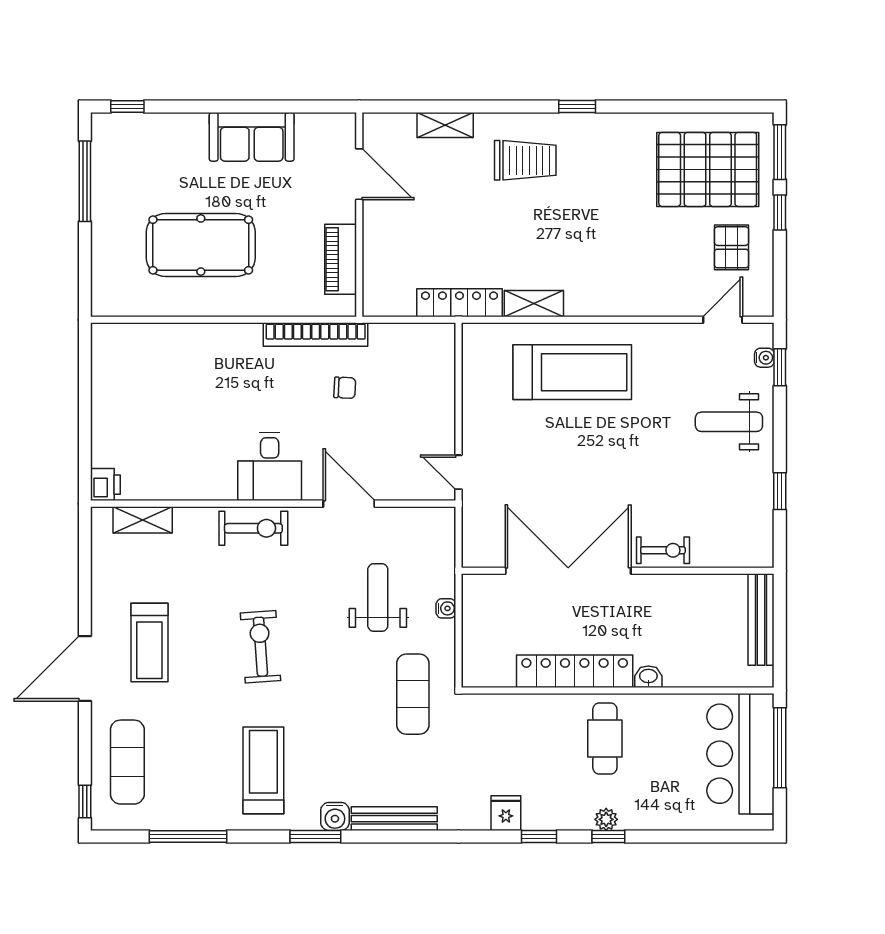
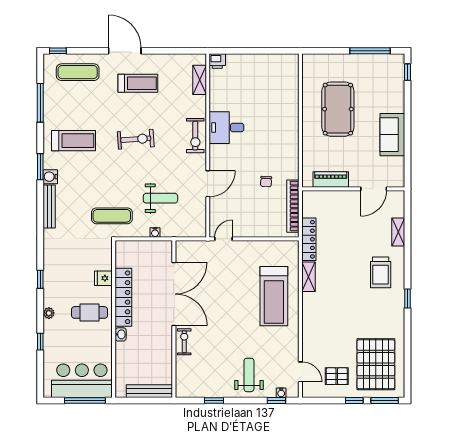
bookcase: (316, 334) -> (293, 206), moved
desk: (270, 466) -> (226, 128), moved
exercise bike: (663, 550) -> (184, 342), turned 180
treadmill: (149, 642) -> (138, 83), turned 180
fridge: (506, 813) -> (103, 278), moved, turned 180
window: (608, 836) -> (40, 342), moved

